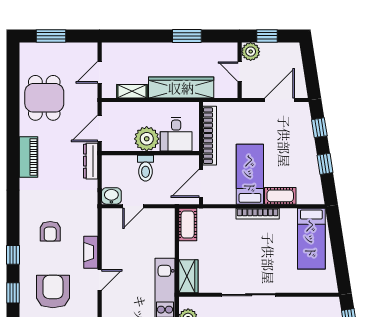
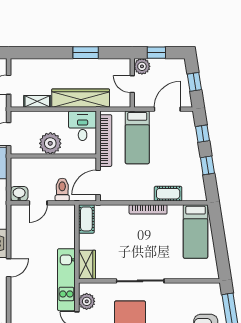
window: (310, 69) -> (194, 82), added
desk: (176, 134) -> (83, 126), moved, turned 180
toilet: (146, 168) -> (62, 190), moved, turned 180
bed: (250, 174) -> (137, 137), moved, turned 180

